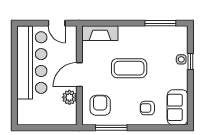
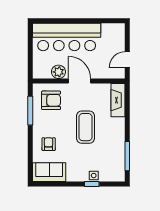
bar counter: (32, 63) -> (67, 37), moved

